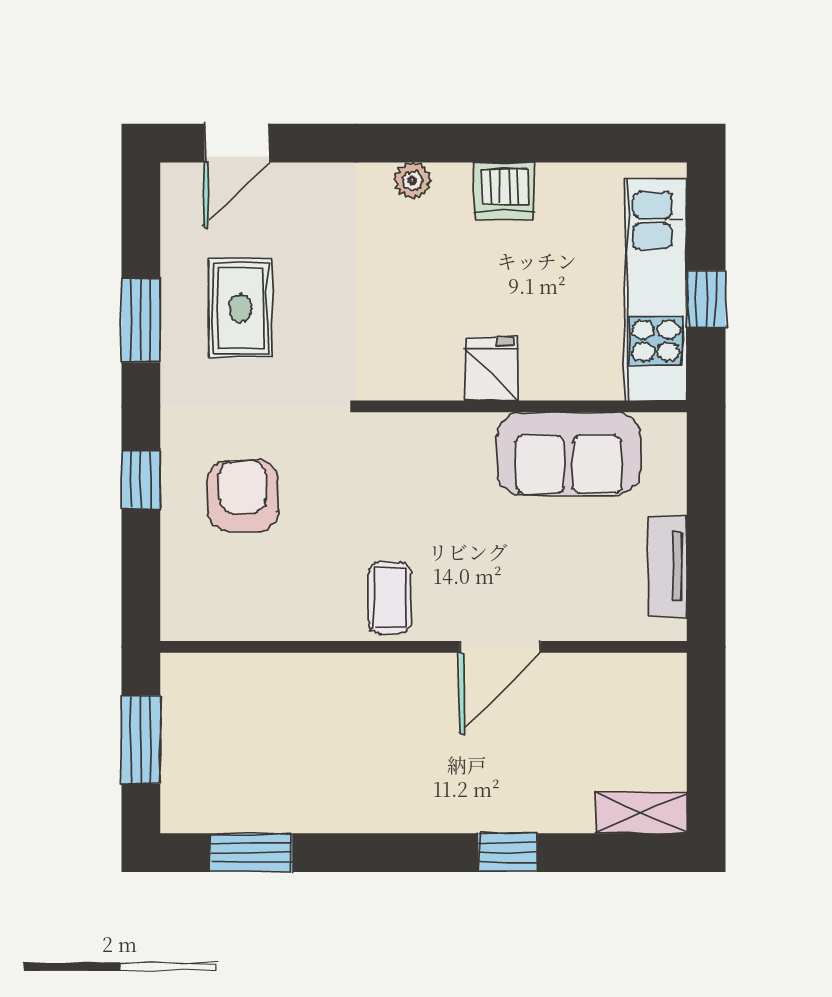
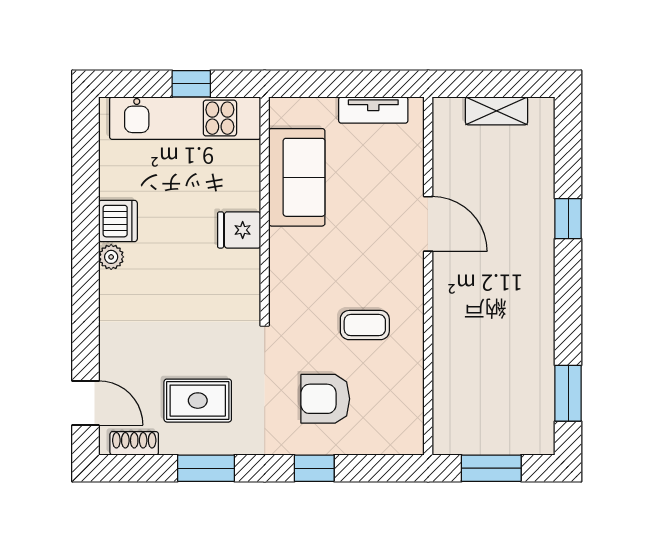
plant: (412, 181) -> (111, 257), moved
shoe rack: (177, 215) -> (134, 443), added
coffee table: (390, 598) -> (365, 325), moved
shelving: (641, 813) -> (496, 111), moved, turned 90

